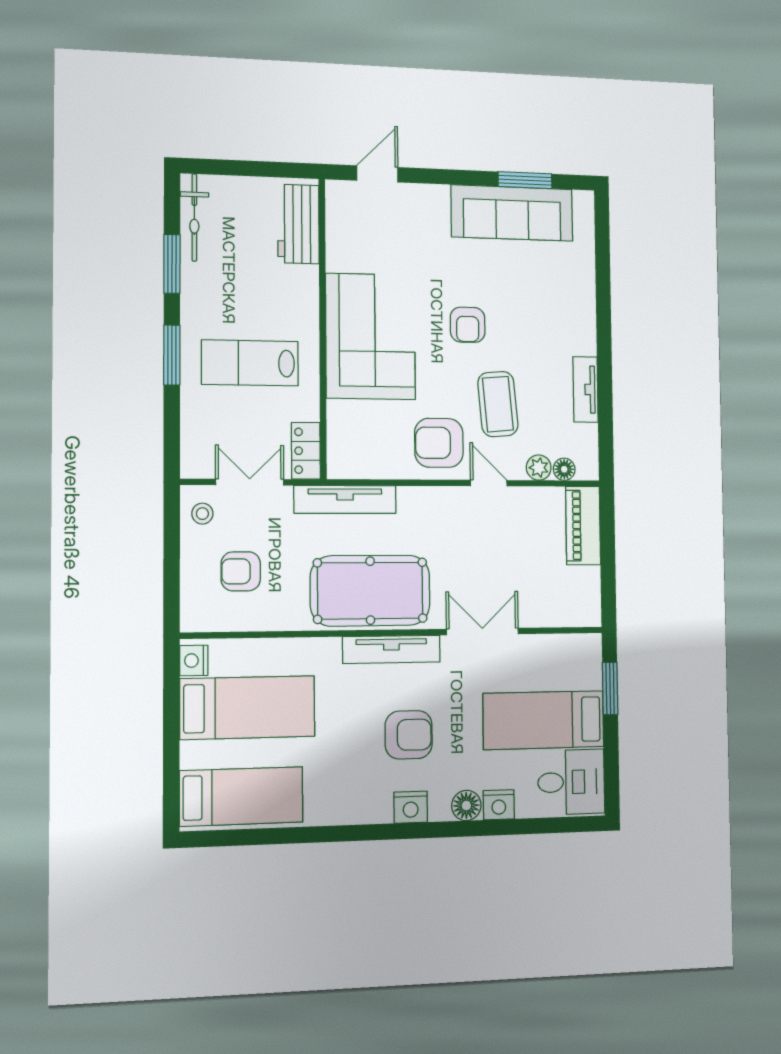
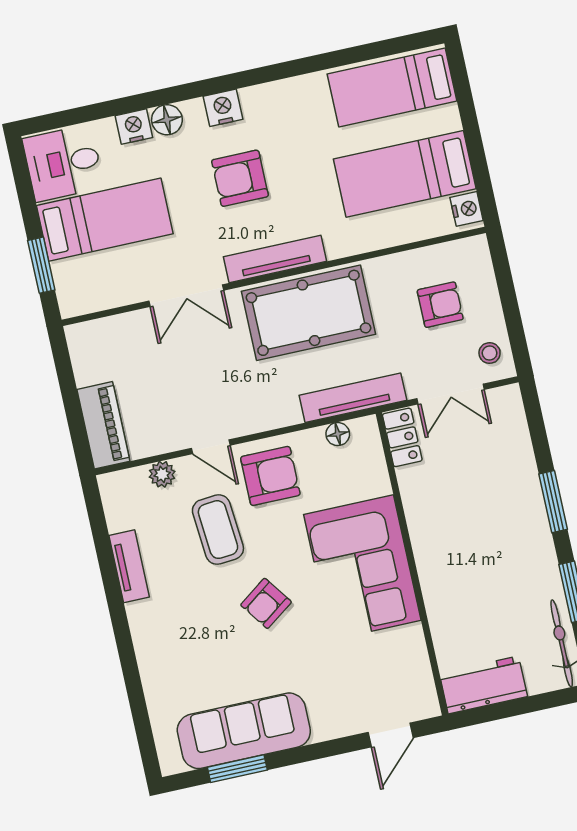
workbench: (298, 224) -> (483, 685), moved, turned -90
armchair: (468, 325) -> (266, 603), turned -126
lab bench: (250, 363) -> (476, 512), removed
floor lamp: (564, 469) -> (338, 434), moved

